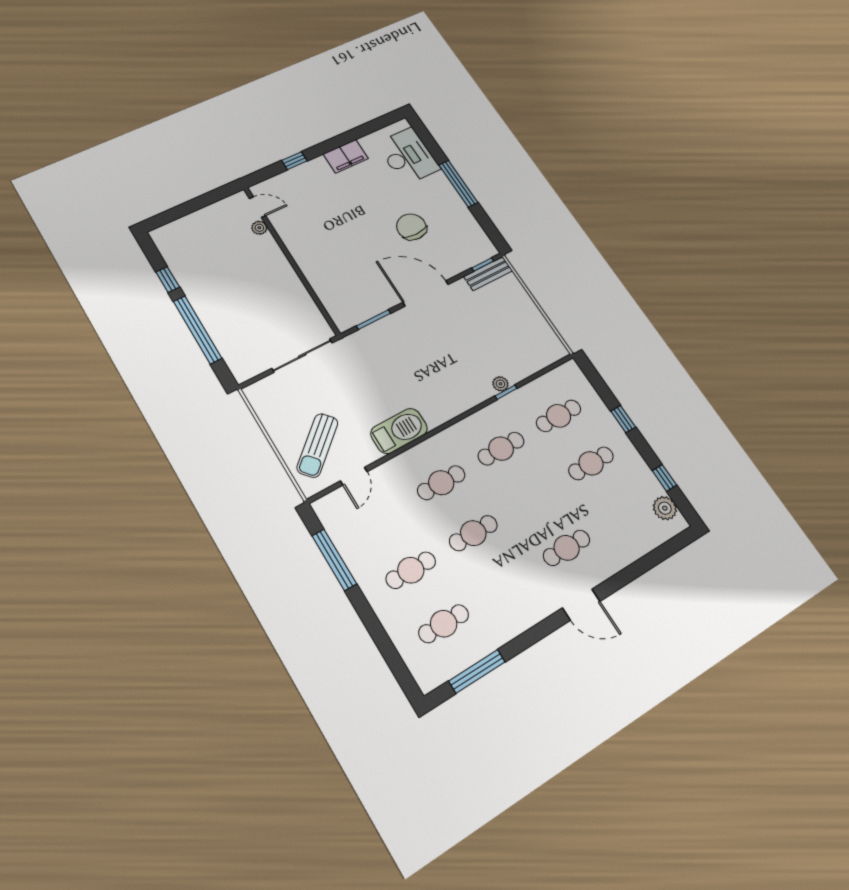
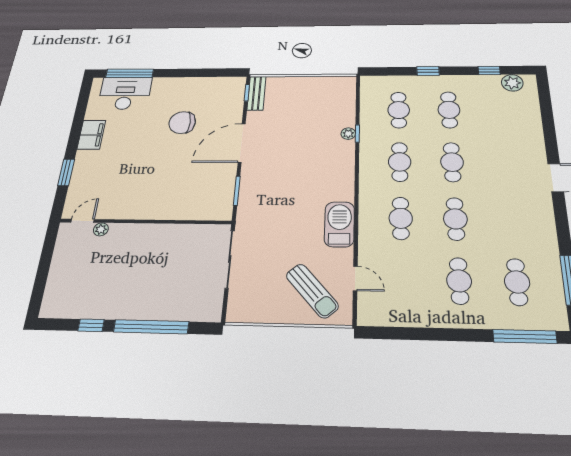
window: (294, 161) -> (66, 172), width x1.50
window: (458, 184) -> (130, 73), moved
cafe table: (567, 548) -> (452, 162), moved
window: (334, 560) -> (525, 336), moved

